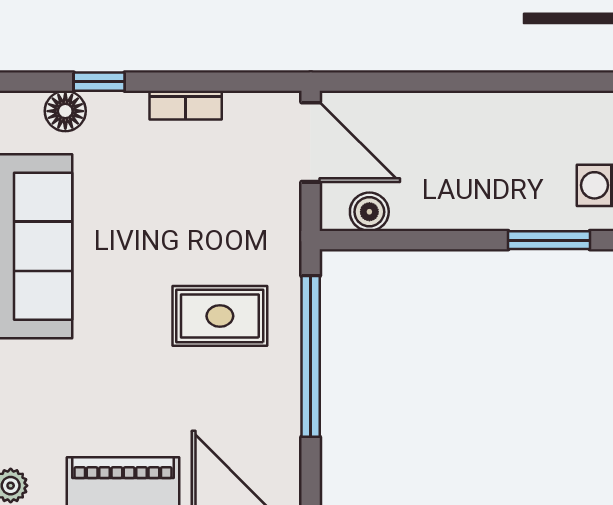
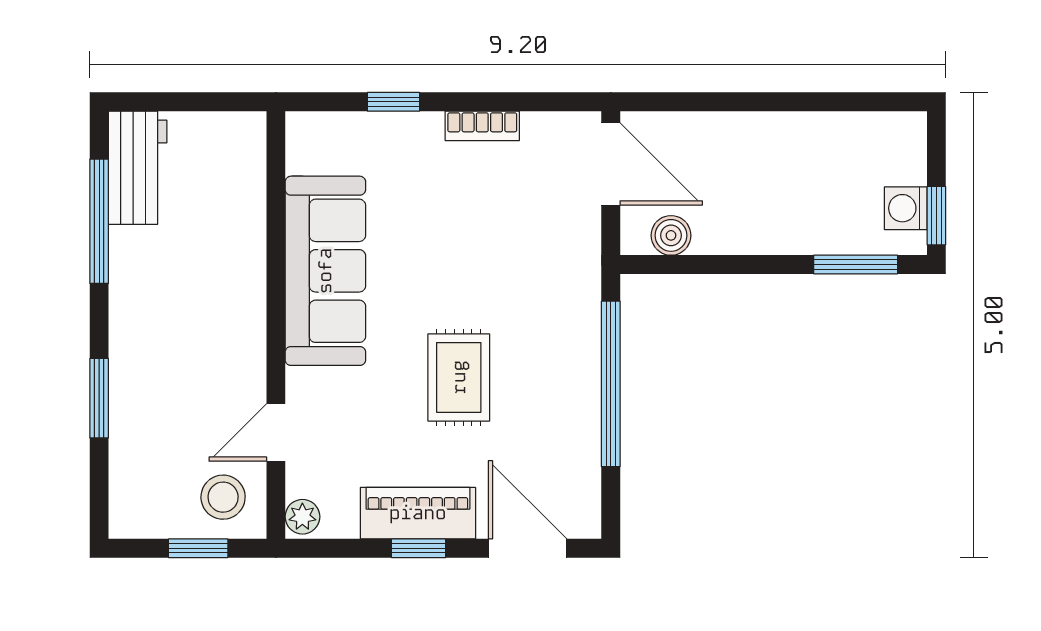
floor lamp: (65, 111) -> (359, 132), removed
rug: (220, 316) -> (459, 377), moved, turned 90

